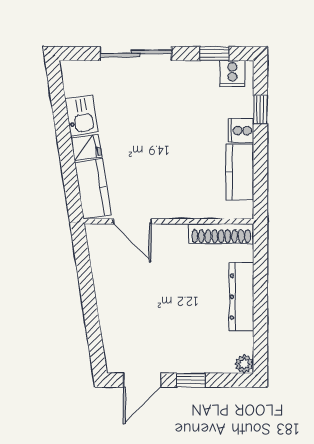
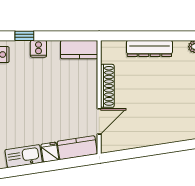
kitchen sink: (81, 115) -> (24, 156), width x1.38
kitchen counter: (240, 172) -> (79, 50), moved
shoe rack: (221, 234) -> (107, 86), moved

